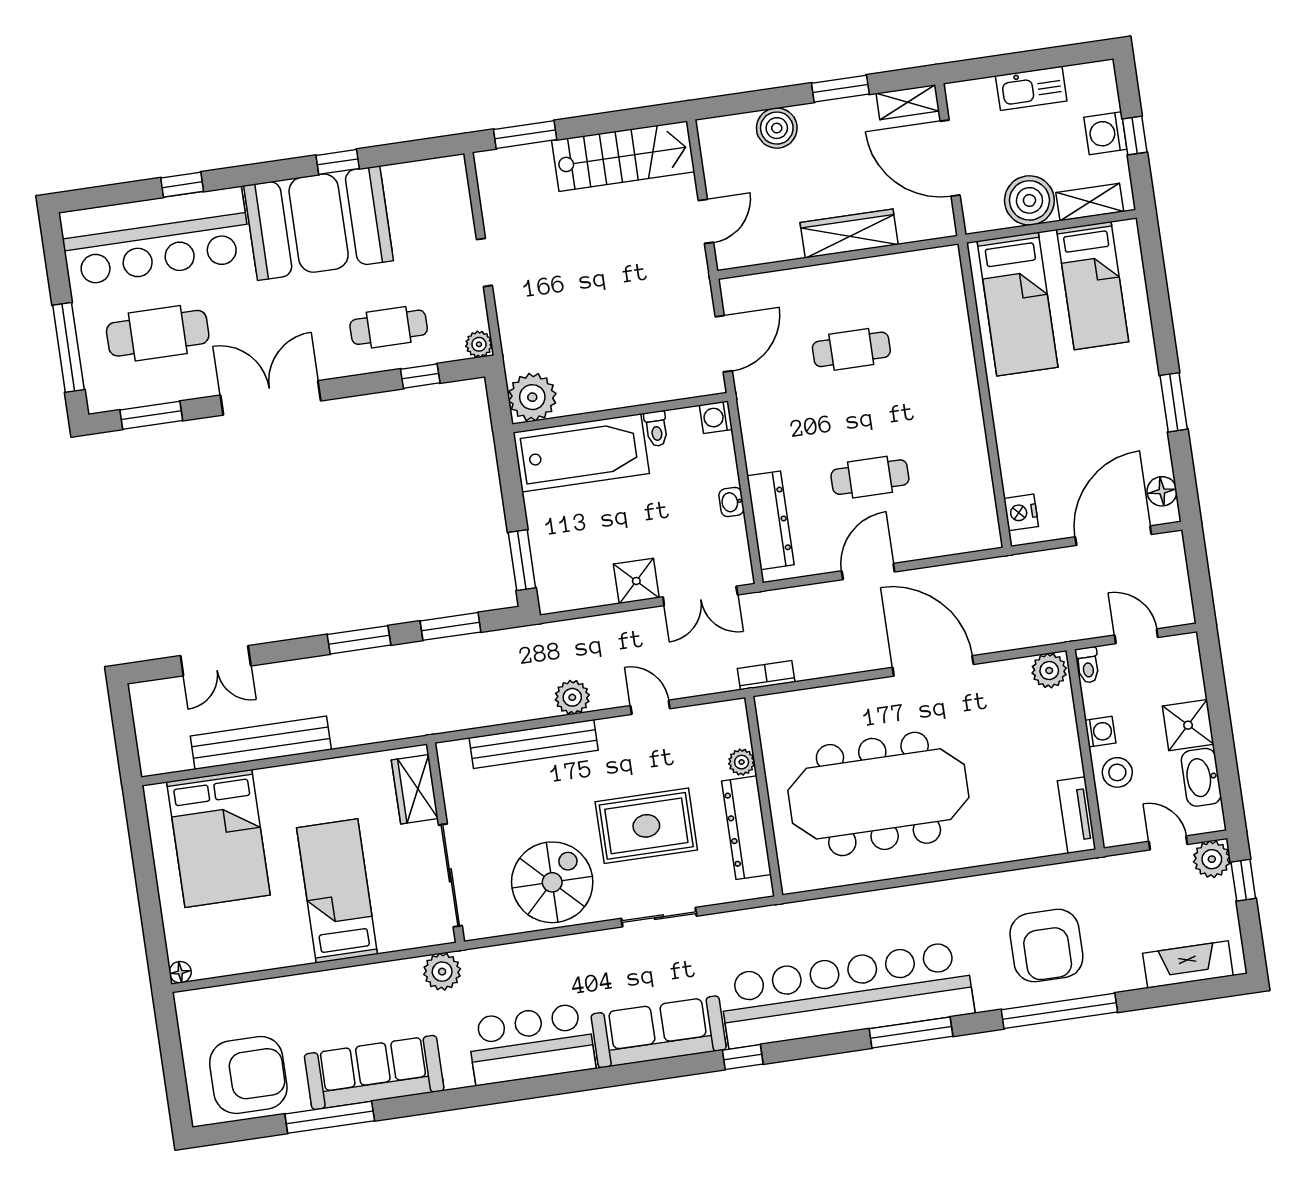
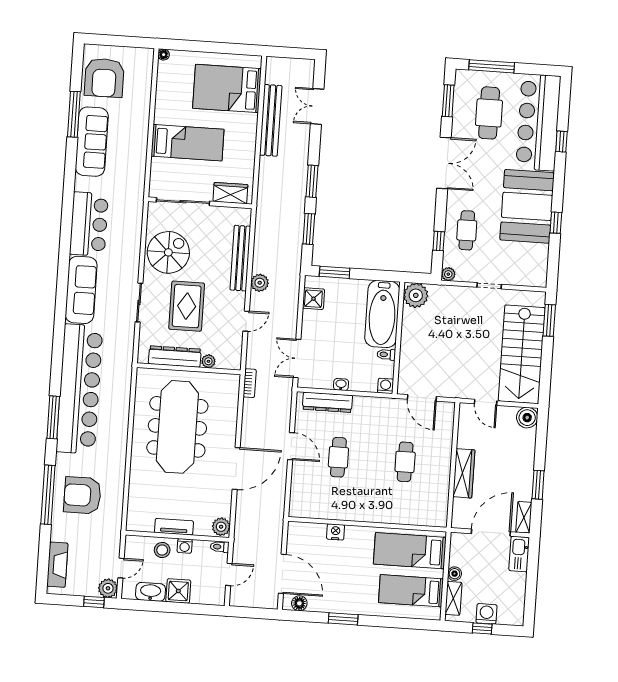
kitchen sink: (1031, 88) -> (519, 554), moved
boiler: (777, 128) -> (527, 418), moved
stairs: (623, 156) -> (522, 354), width x1.36, depth x1.51
boiler: (1029, 200) -> (455, 574), width x0.54, depth x0.54
nightstand: (1021, 512) -> (336, 532), moved
shower: (636, 581) -> (313, 299), moved
tv unit: (1077, 815) -> (174, 527), moved
spiral stairs: (552, 882) -> (168, 252), turned -90
plant: (442, 972) -> (135, 187), removed
window: (743, 1057) -> (59, 330), removed

